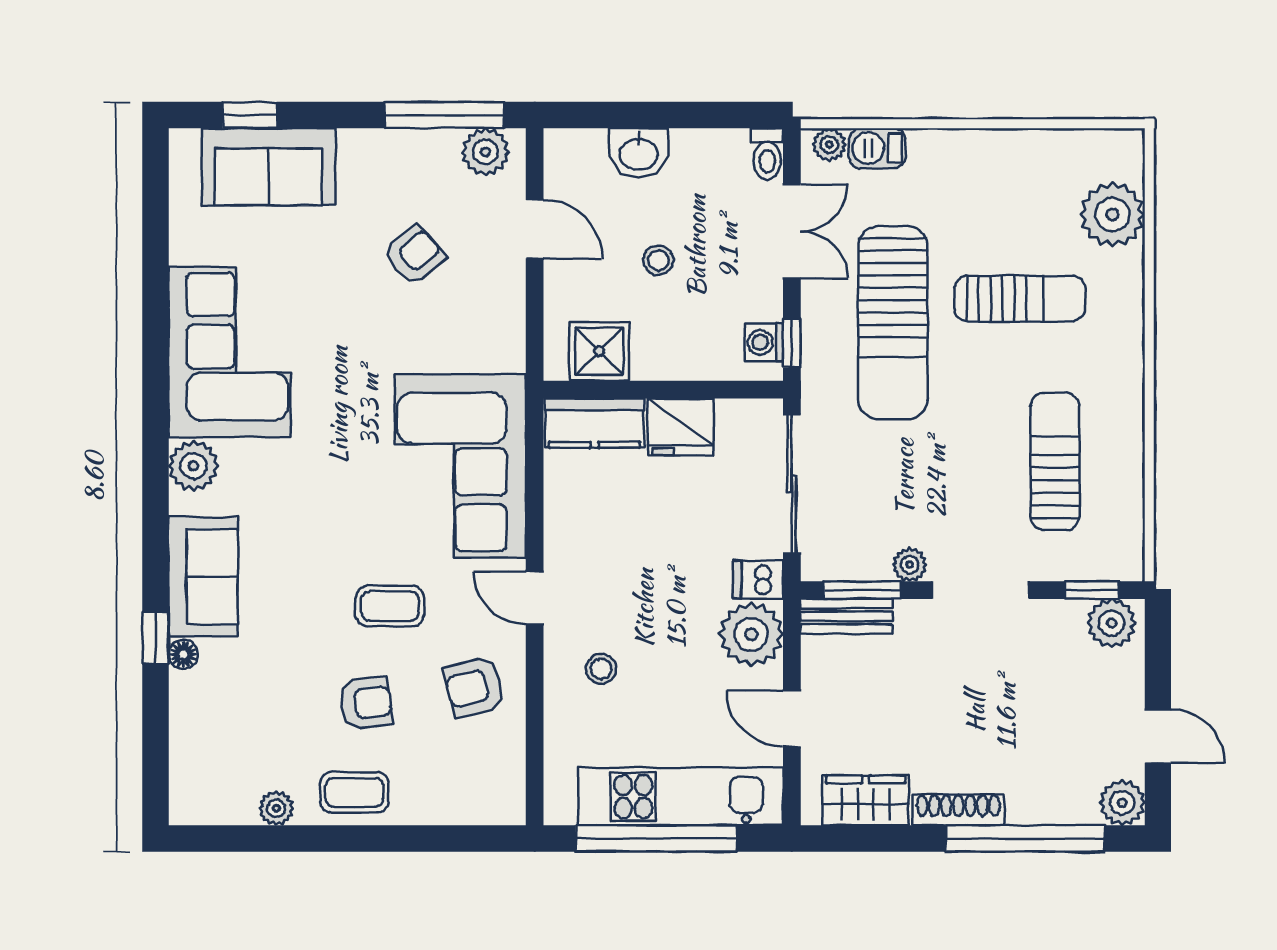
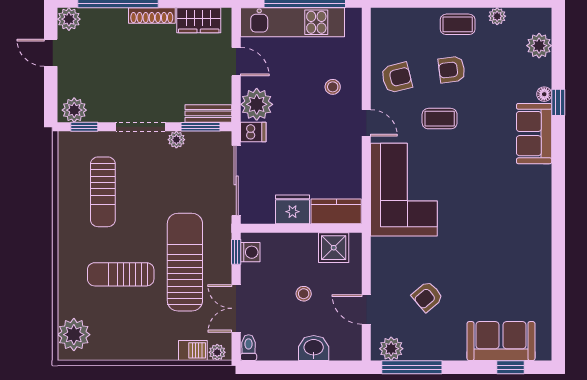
plant: (1113, 215) -> (74, 335), moved
corner sofa: (230, 352) -> (521, 247), removed
plant: (193, 466) -> (539, 46), moved

